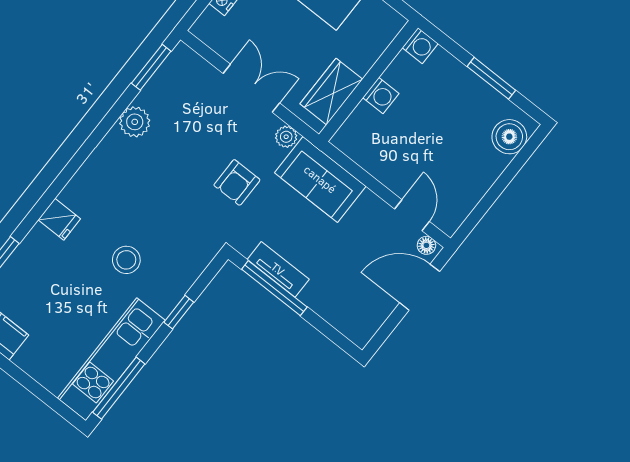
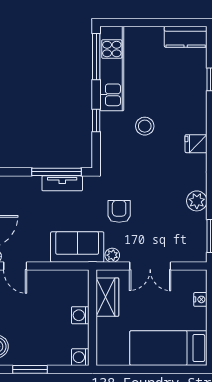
fridge: (59, 219) -> (196, 144), moved

